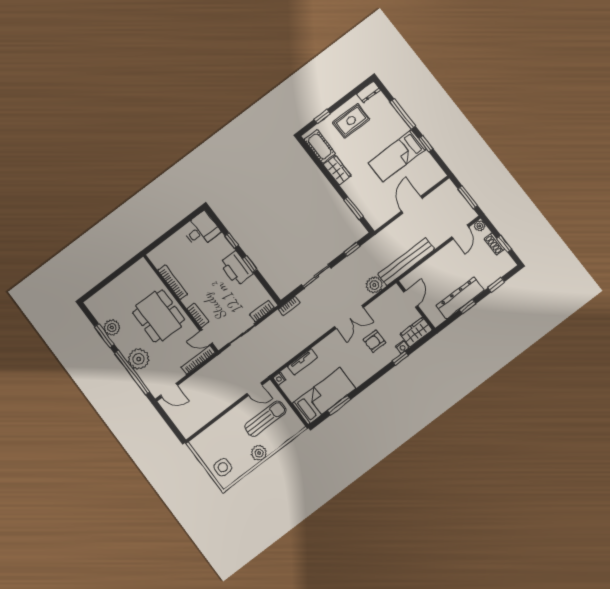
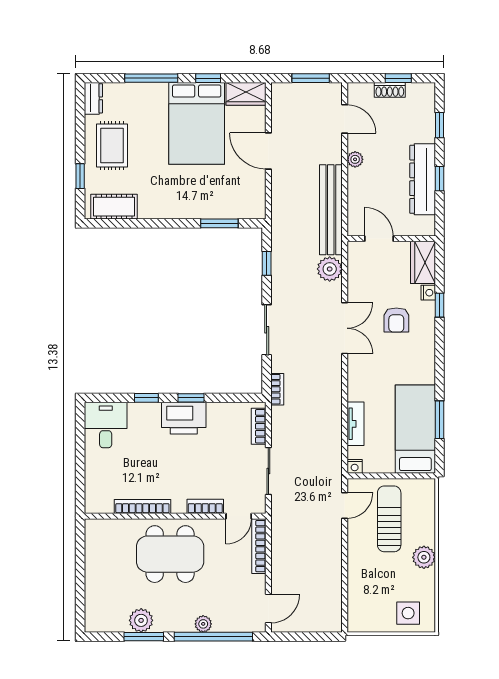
bed: (397, 156) -> (197, 123), width x1.50
wardrobe: (337, 170) -> (246, 94), moved, turned 180
plant: (480, 226) -> (355, 159), moved
plant: (139, 359) -> (203, 624), width x0.53, depth x0.53

